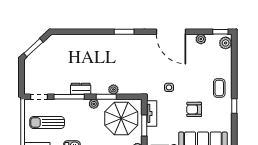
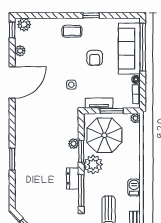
window: (124, 32) -> (12, 159), moved
plant: (94, 104) -> (93, 164), width x1.88, depth x1.88

